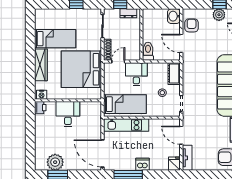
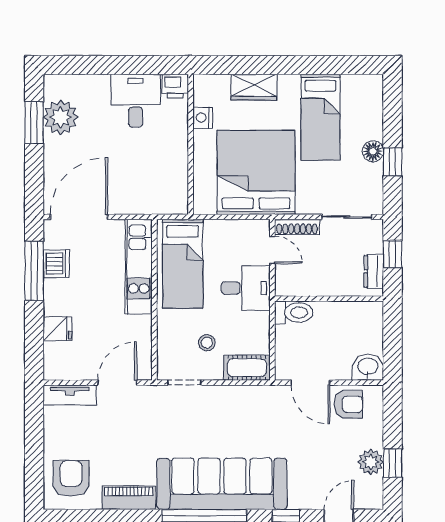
floor lamp: (71, 14) -> (373, 151), added
door: (181, 43) -> (310, 383), swing flipped
wardrobe: (41, 65) -> (254, 87), width x0.67
nightstand: (42, 95) -> (203, 118), moved
desk: (68, 114) -> (136, 101), moved, turned -90
dishwasher: (142, 164) -> (56, 264), moved
fridge: (174, 164) -> (58, 329), moved

